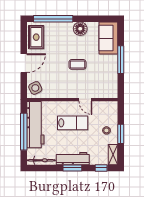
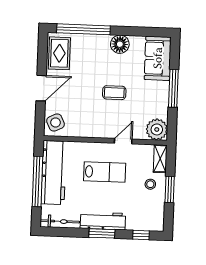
plant: (110, 90) -> (157, 129), added
door: (85, 100) -> (123, 141), swing flipped
shelving: (113, 155) -> (160, 159), moved

